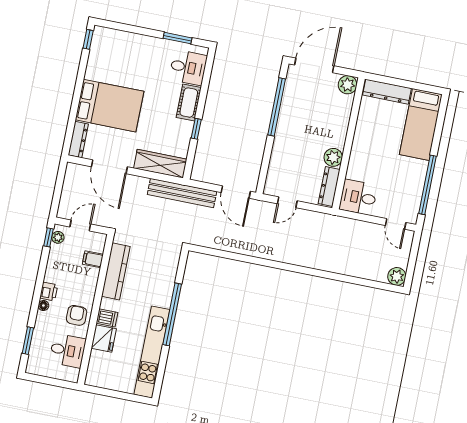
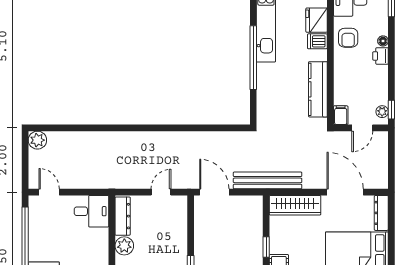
filing cabinet: (93, 259) -> (341, 115), moved, turned -90

